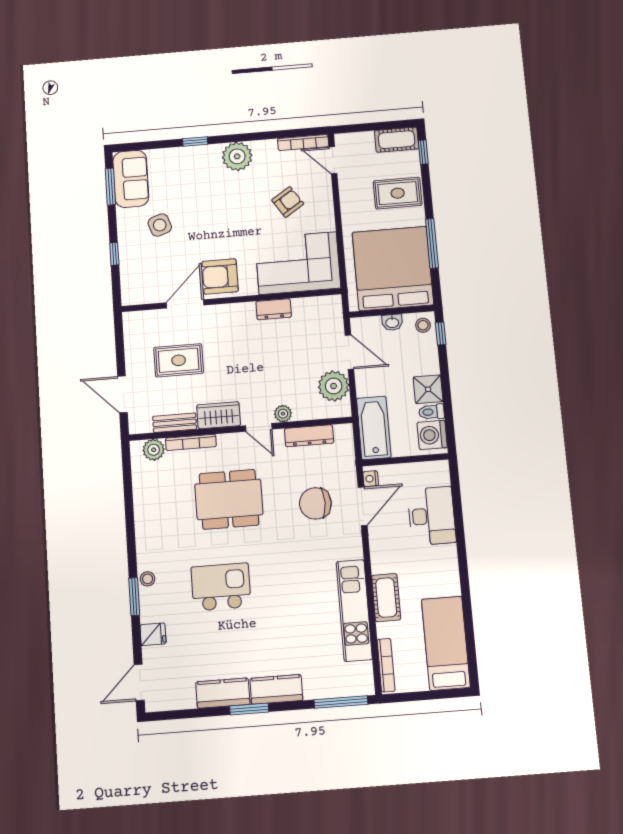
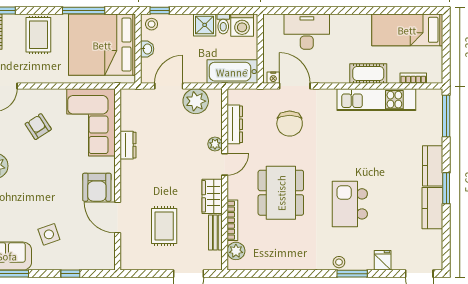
bookcase: (386, 665) -> (413, 78), width x0.64

